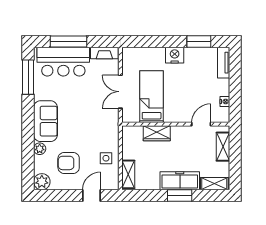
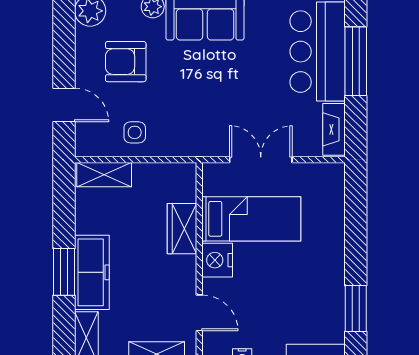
nightstand: (175, 55) -> (217, 260), moved, turned 180
armchair: (69, 163) -> (126, 62), turned -90

